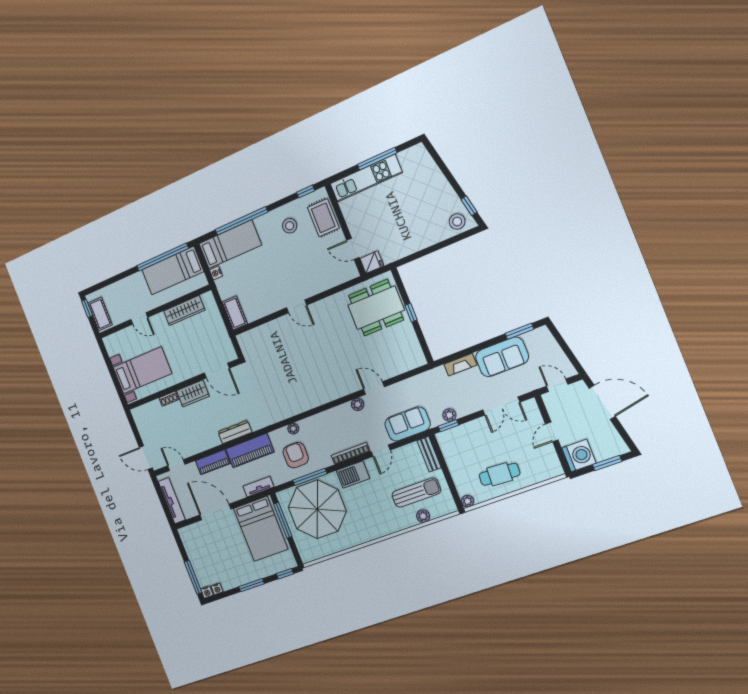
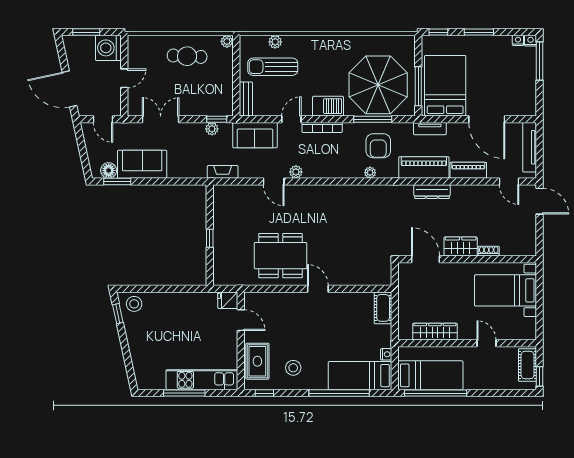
dining table: (376, 308) -> (281, 256), moved
floor lamp: (532, 338) -> (109, 170), added
fireplace: (460, 365) -> (223, 172), moved

